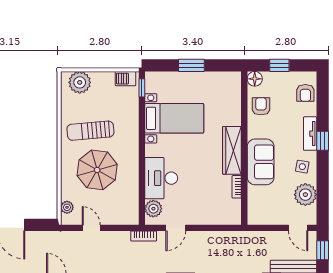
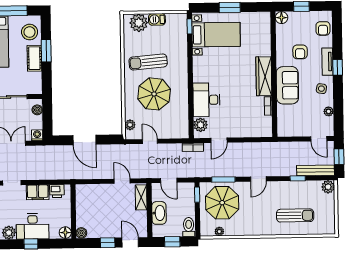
barbecue: (126, 79) -> (157, 19), moved
armchair: (261, 106) -> (300, 52), moved, turned 180
bed with nightstands: (174, 118) -> (216, 35), moved
plant: (305, 195) -> (329, 111), width x0.53, depth x0.53

